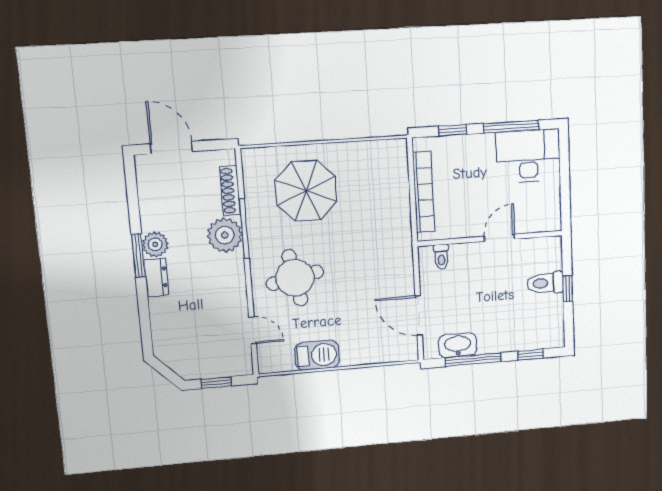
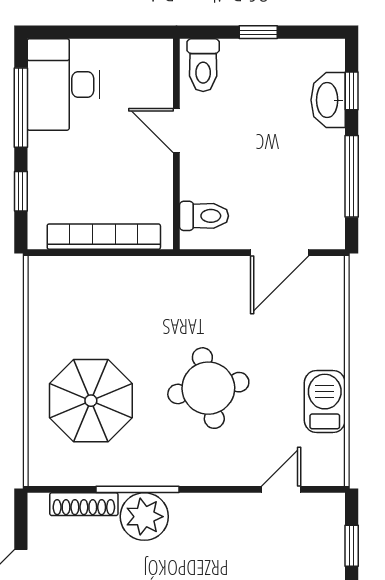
toilet: (441, 257) -> (204, 216), width x1.37, depth x1.39
round table: (295, 278) -> (208, 388), moved
toilet: (545, 283) -> (203, 65), moved
washbasin: (458, 345) -> (328, 100), moved

